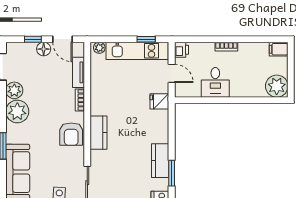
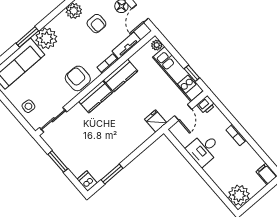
armchair: (40, 81) -> (96, 24), added
plant: (17, 111) -> (46, 38), moved
armchair: (71, 134) -> (78, 78), turned 90
kitchen counter: (160, 161) -> (121, 76), moved, turned 180

